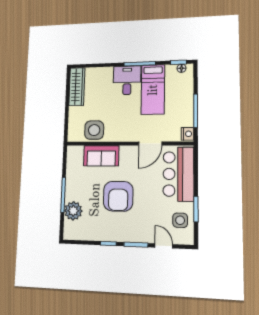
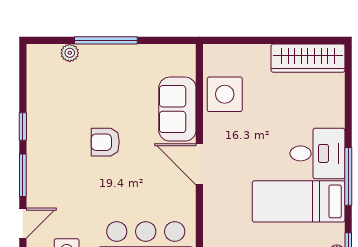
door: (150, 144) -> (199, 164), moved
armchair: (118, 196) -> (105, 142), width x0.53, depth x0.53
plant: (73, 211) -> (70, 53), width x0.53, depth x0.53

